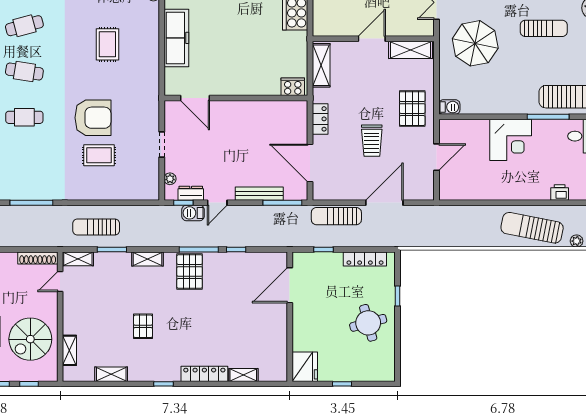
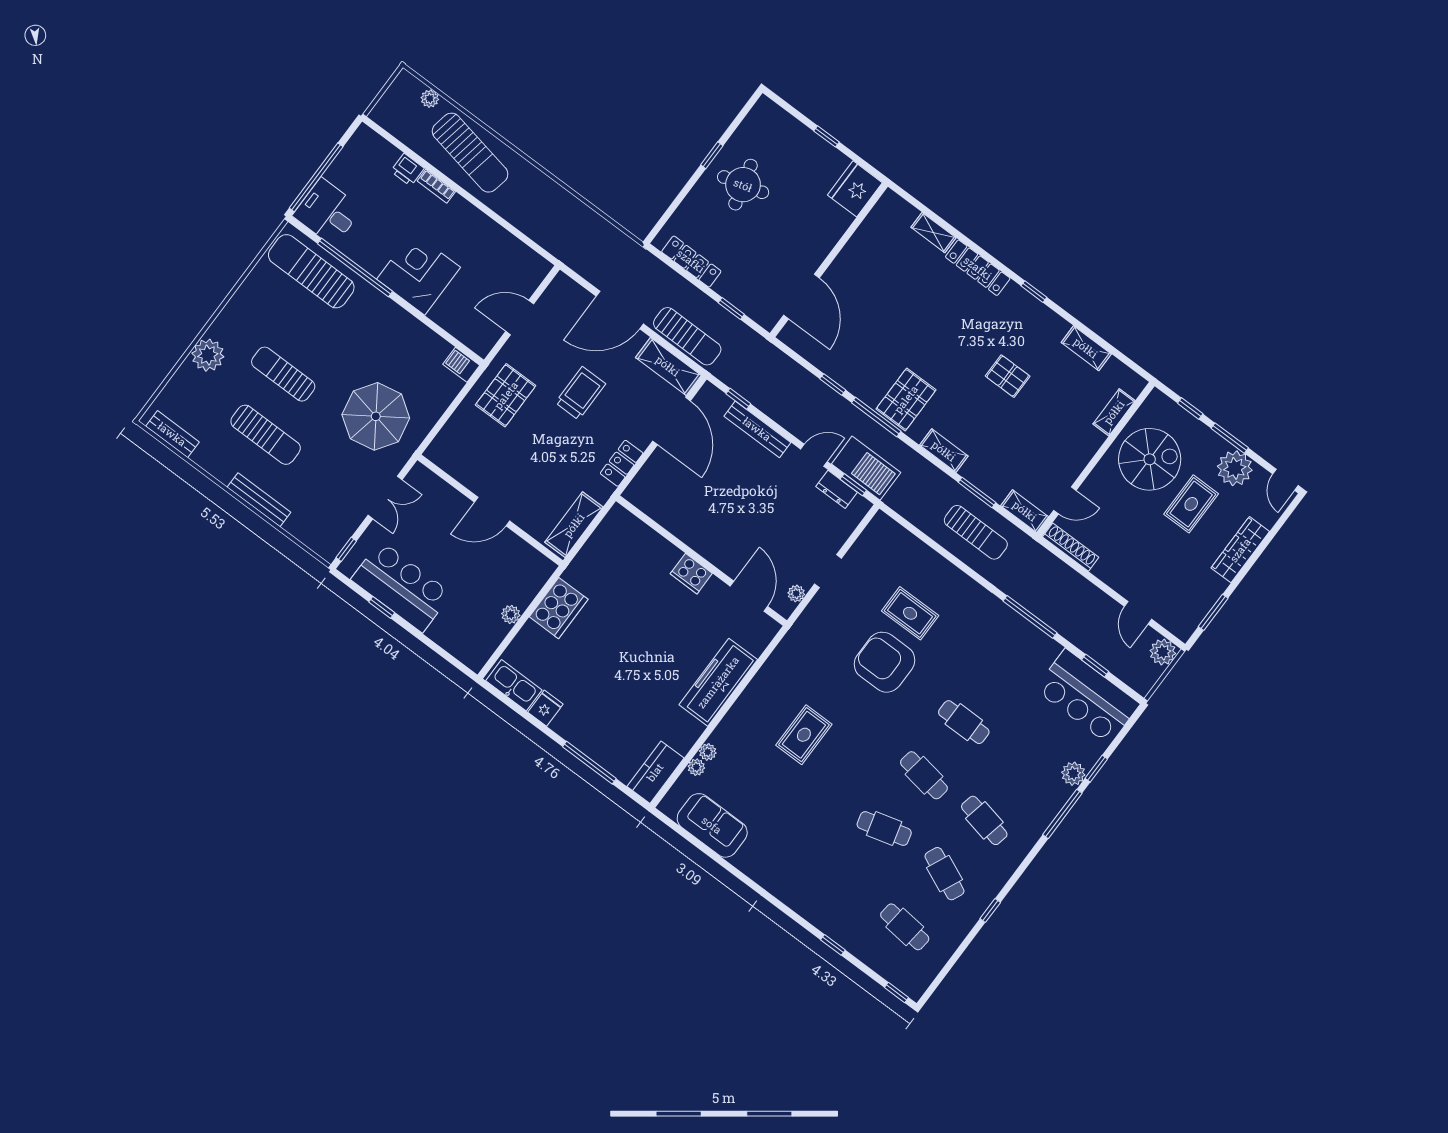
shelving: (411, 50) -> (668, 366), moved
cooker: (293, 87) -> (691, 574), moved
window: (548, 117) -> (355, 268), width x1.46
plant: (170, 179) -> (796, 594), moved
bookcase: (537, 195) -> (436, 186), added
window: (282, 203) -> (738, 399), width x0.46
barbecue: (193, 213) -> (866, 468), width x1.88, depth x1.53
door: (290, 285) -> (801, 296), hinge flipped
window: (398, 296) -> (712, 155), moved
pallet: (143, 326) -> (1008, 376), turned 90

